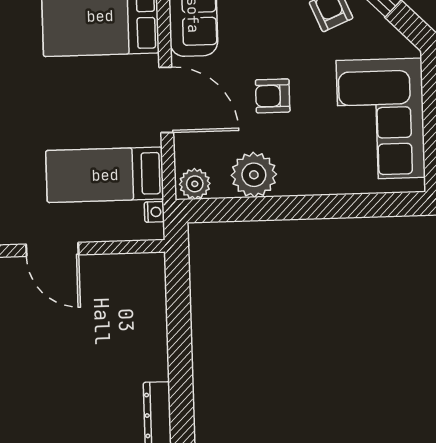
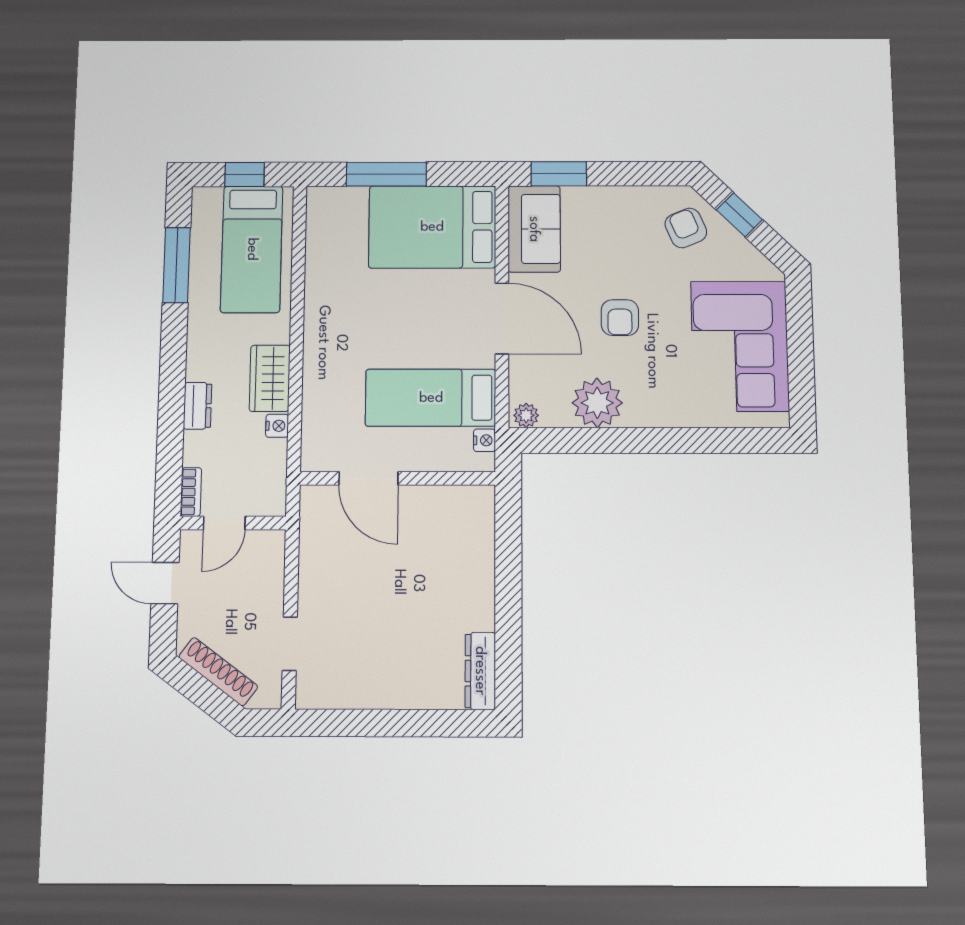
armchair: (273, 96) -> (620, 318), turned -90
plant: (195, 184) -> (526, 415), width x0.73, depth x0.73

